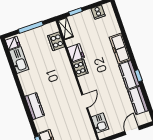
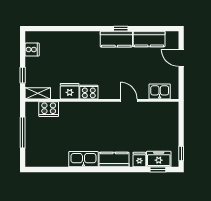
fridge: (13, 43) -> (139, 160), moved
freezer: (120, 48) -> (82, 39), removed
kitchen sink: (19, 60) -> (83, 159), moved

